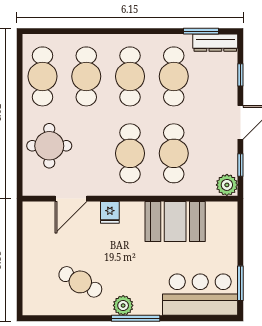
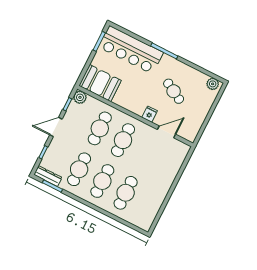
cafe table: (42, 76) -> (149, 205), removed
round table: (49, 146) -> (164, 166), removed
booth: (175, 222) -> (100, 83), moved
cafe table: (80, 282) -> (174, 91), moved
bar counter: (200, 295) -> (131, 50), width x1.36
plant: (123, 305) -> (213, 84), moved

